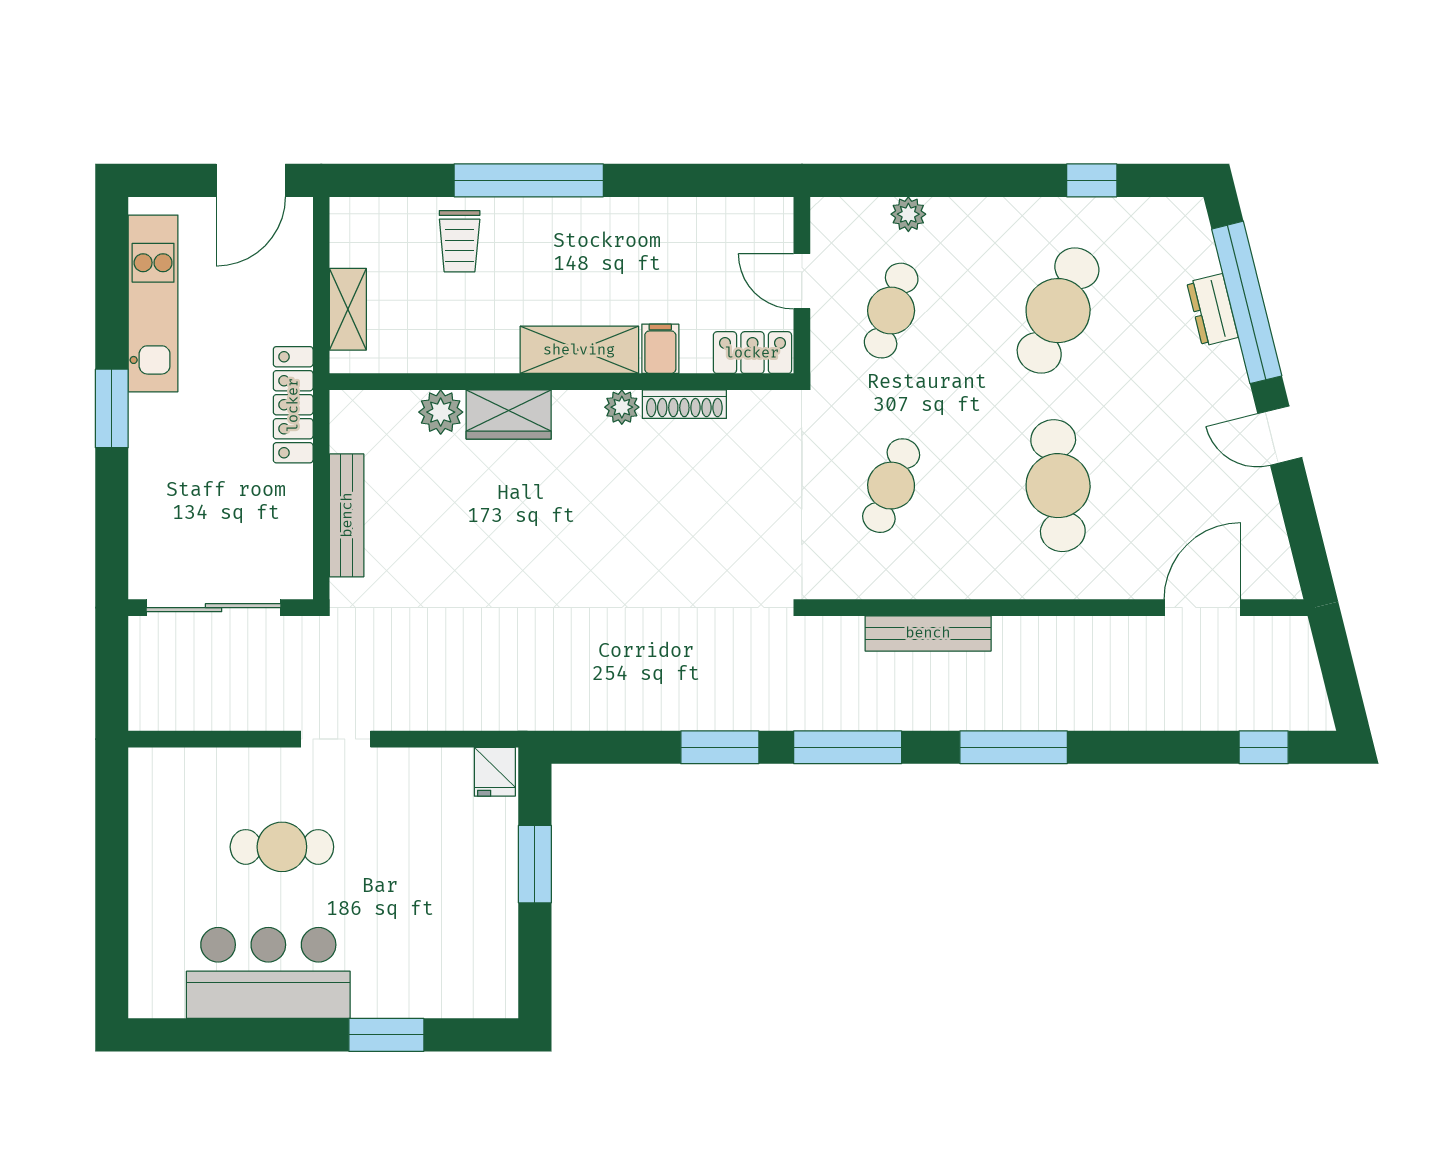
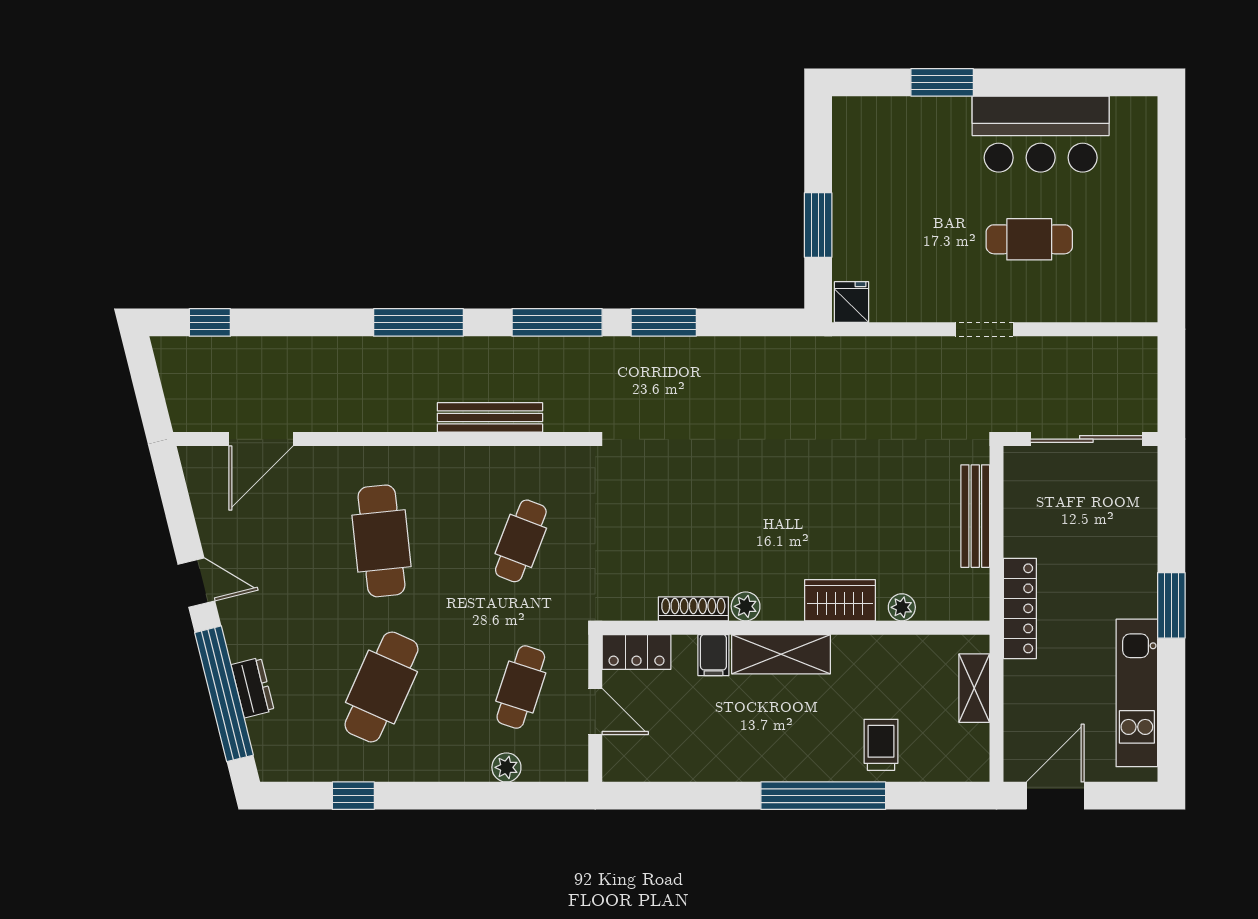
plant: (441, 412) -> (902, 607), width x0.73, depth x0.73

